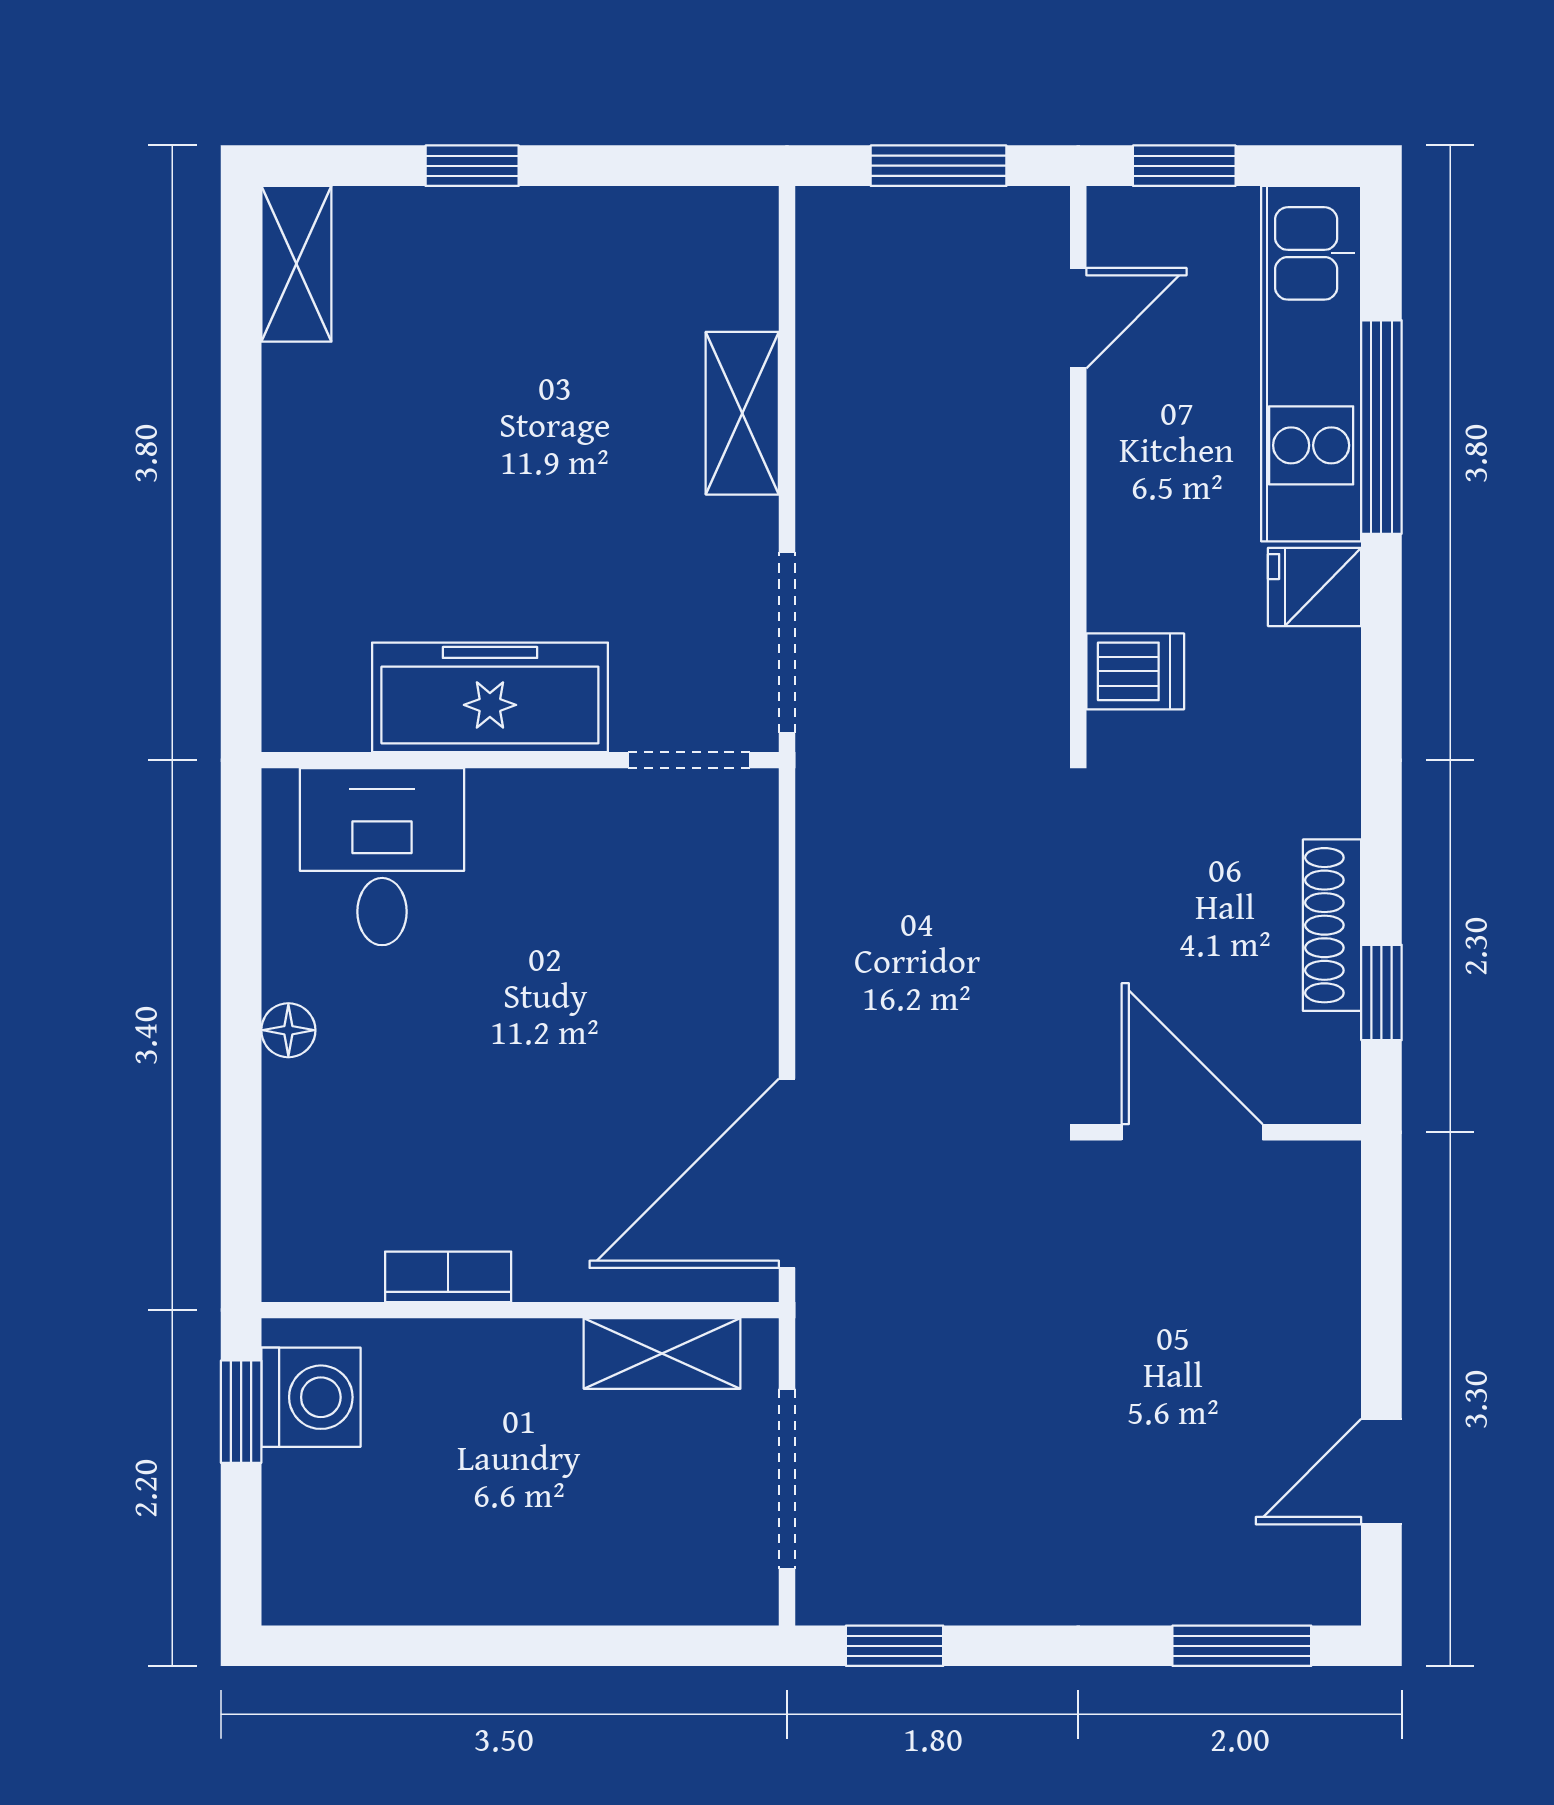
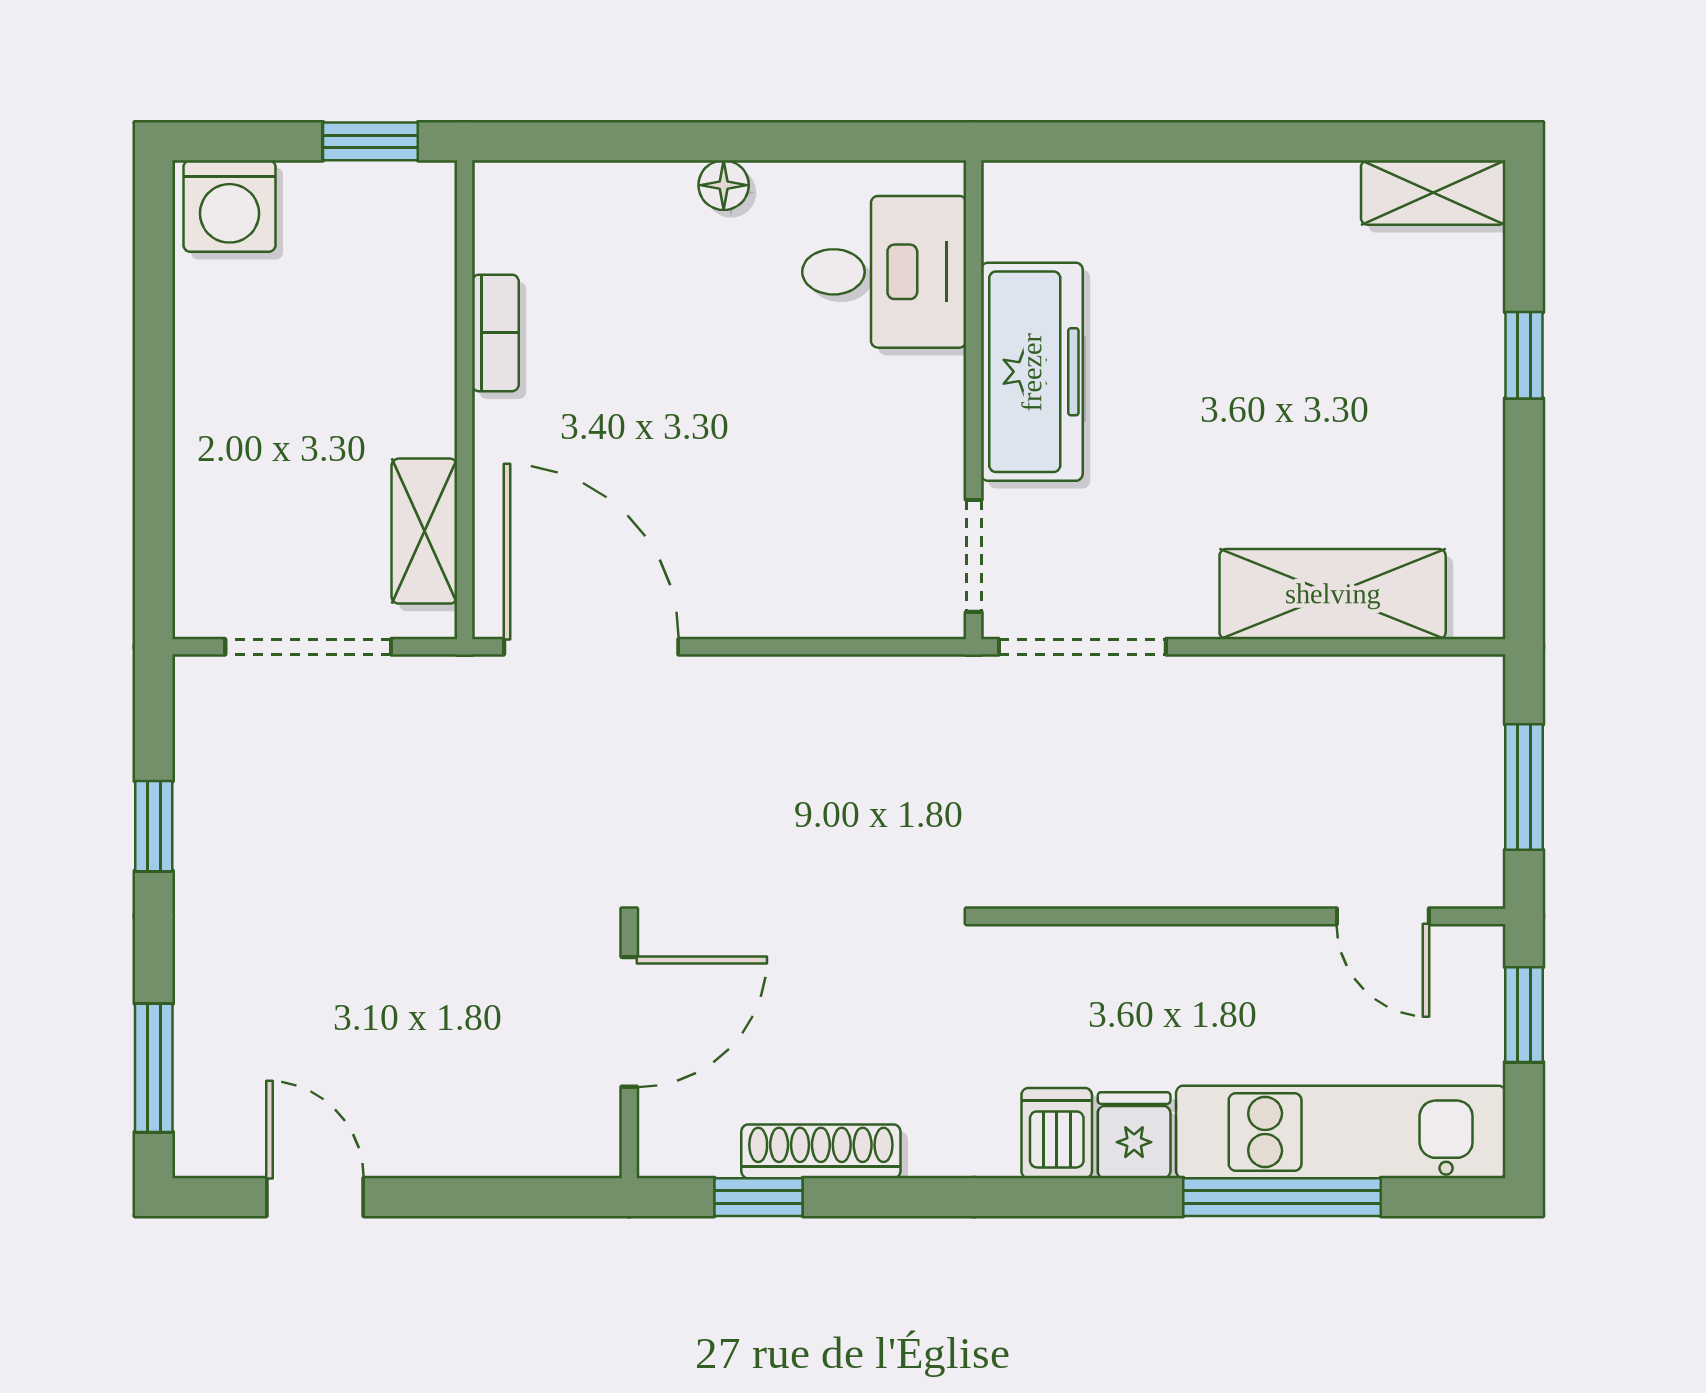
shelving: (742, 413) -> (1333, 594), width x1.50, depth x1.33
dishwasher: (1135, 671) -> (1057, 1133), moved, turned 180
washing machine: (311, 1397) -> (229, 206), moved
window: (895, 1646) -> (154, 826), moved

